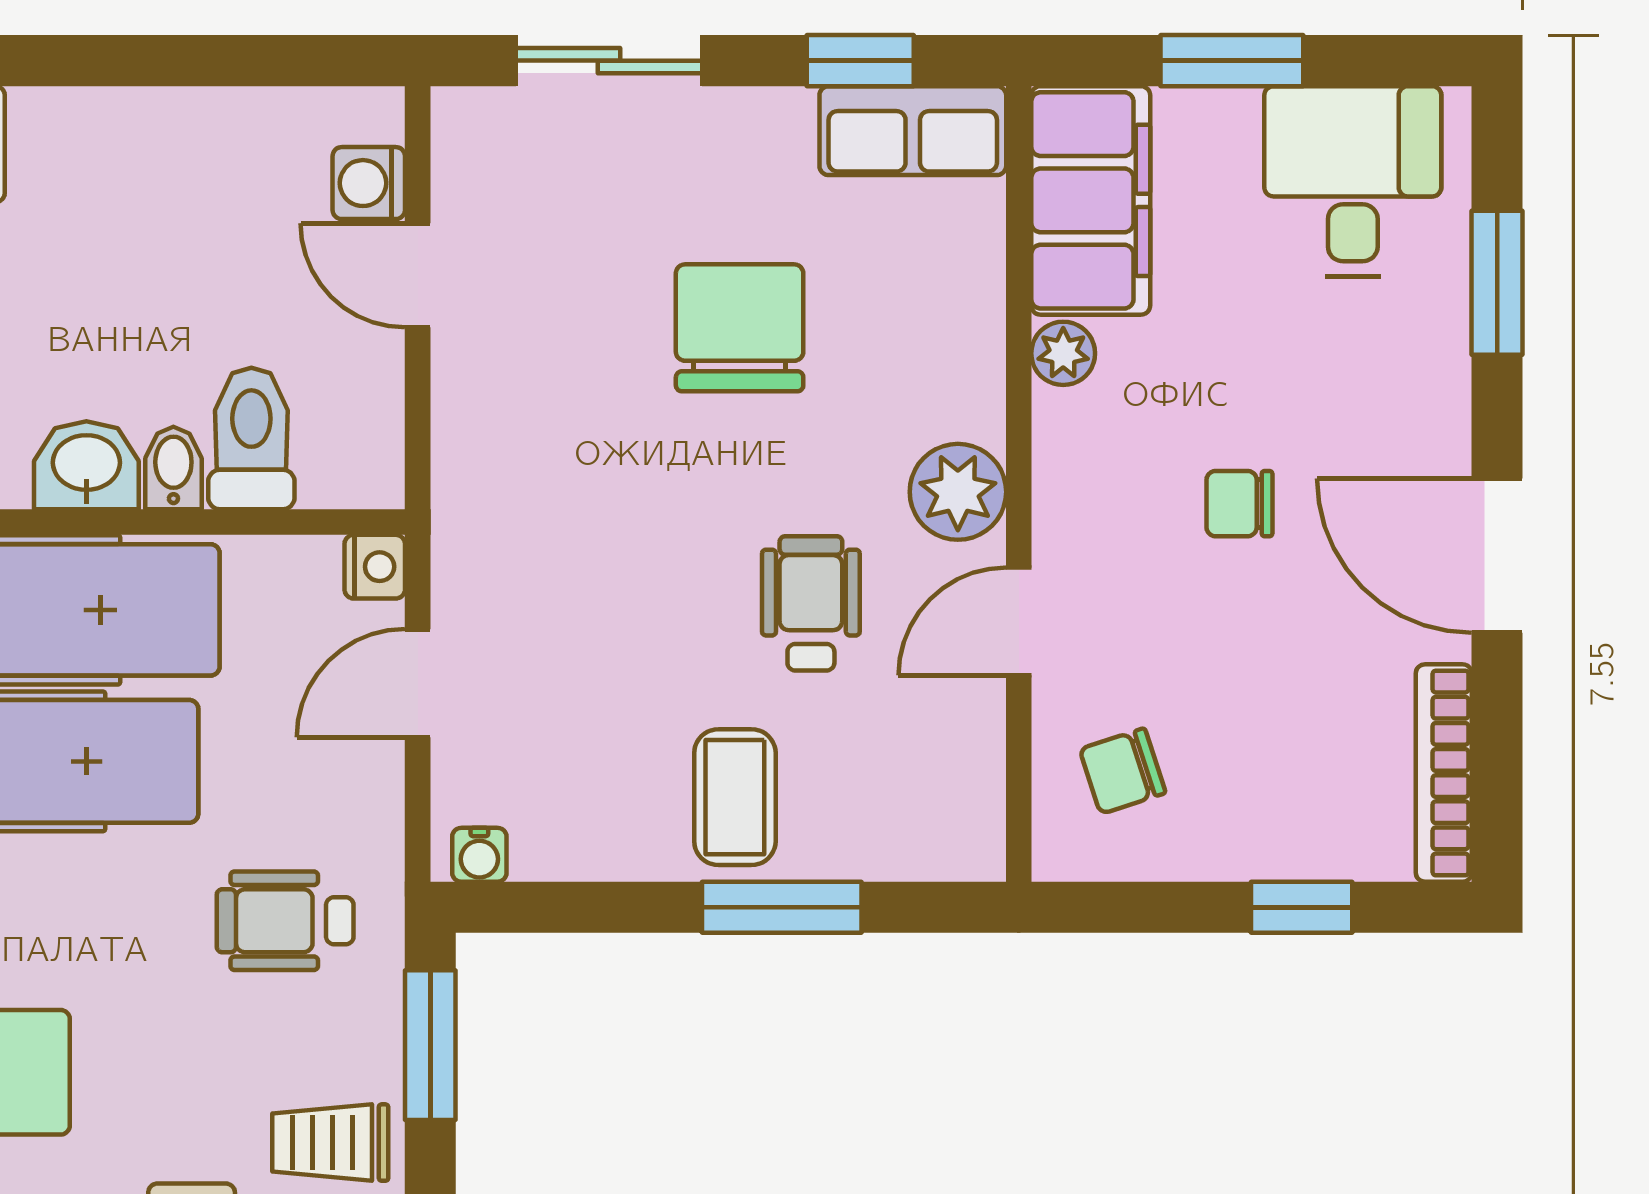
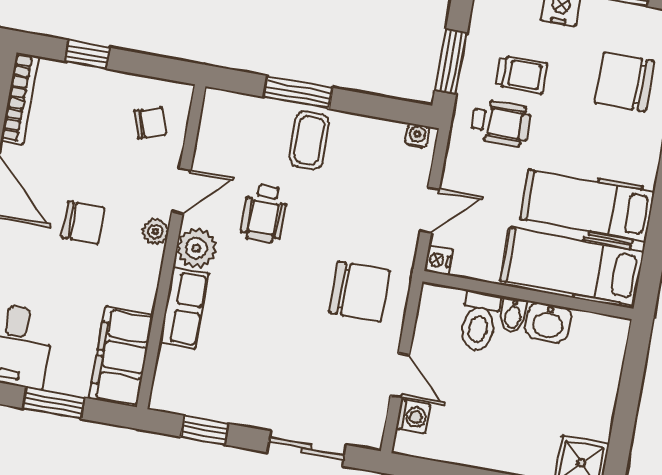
row of seats: (913, 131) -> (184, 308), moved, turned 90
chair: (740, 328) -> (359, 292), moved, turned -90
plant: (1063, 353) -> (155, 232), moved
chair: (1239, 504) -> (83, 223), width x1.37, depth x1.37
trolley: (330, 1143) -> (521, 74), moved

